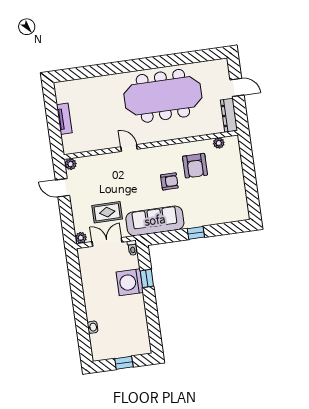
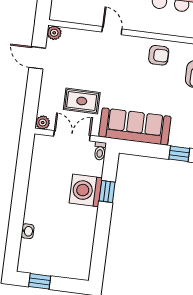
door: (129, 148) -> (112, 31), moved
armchair: (169, 181) -> (159, 55), moved
window: (124, 363) -> (40, 281), moved

